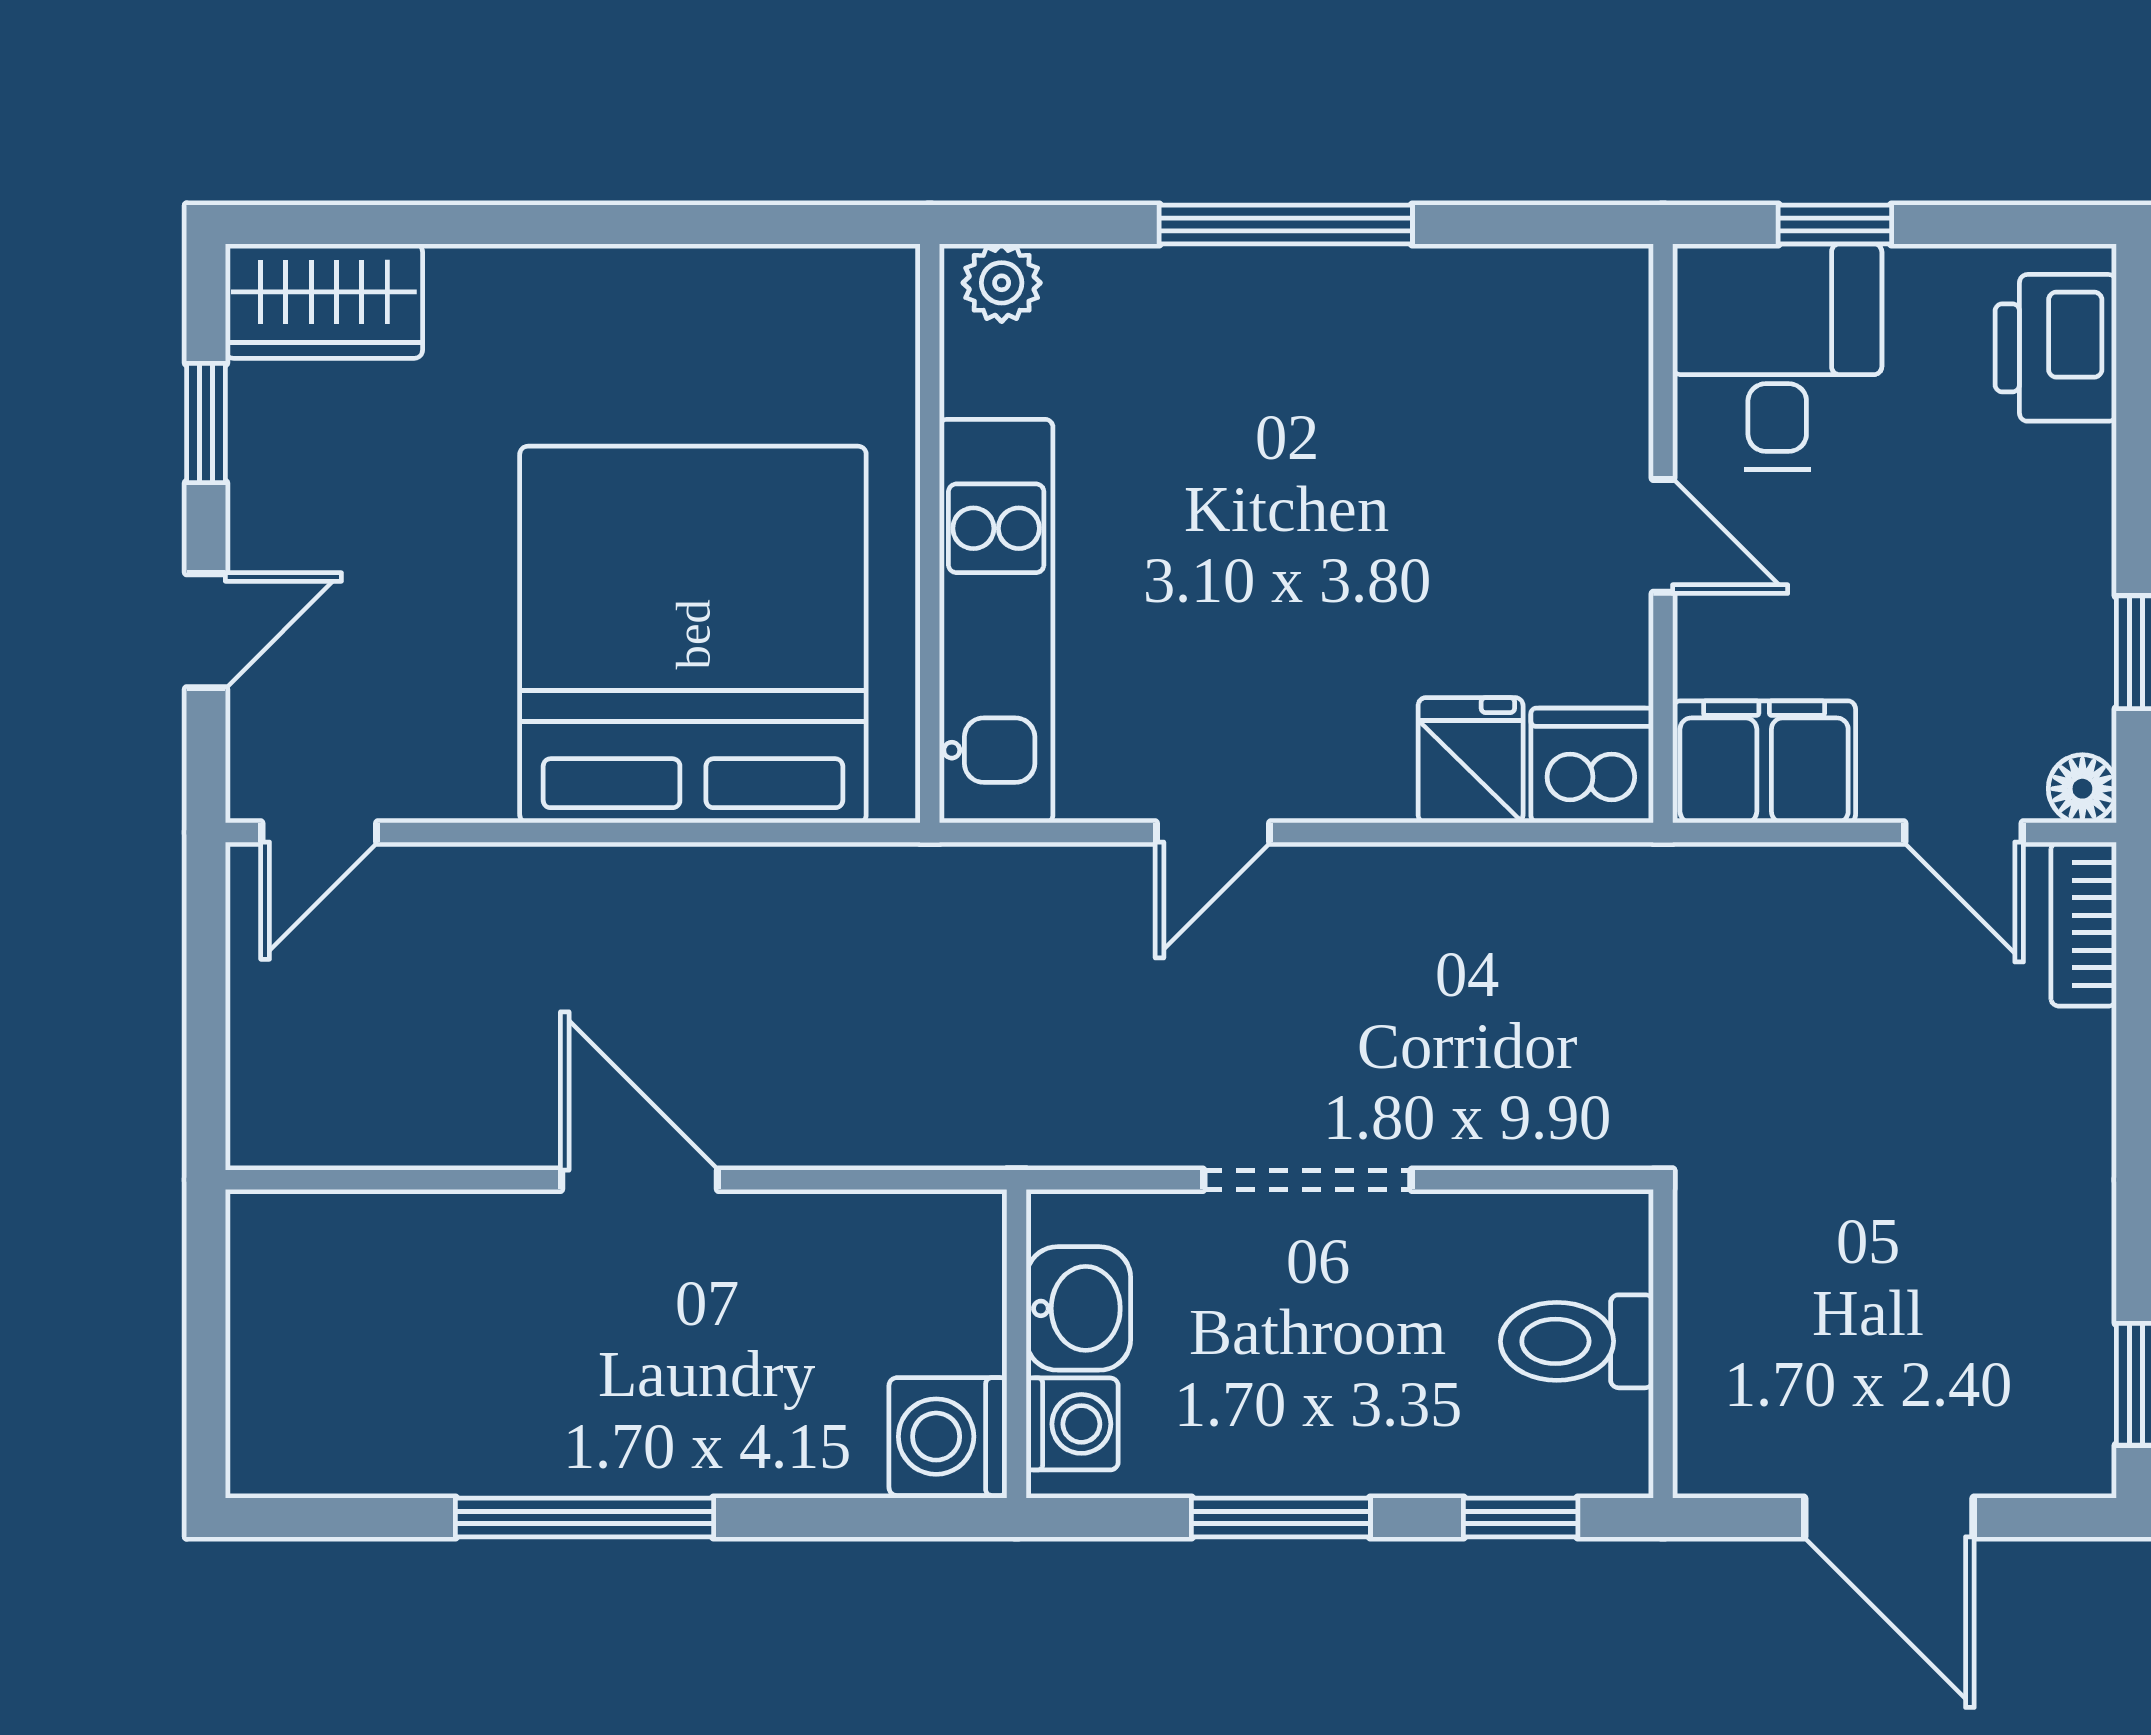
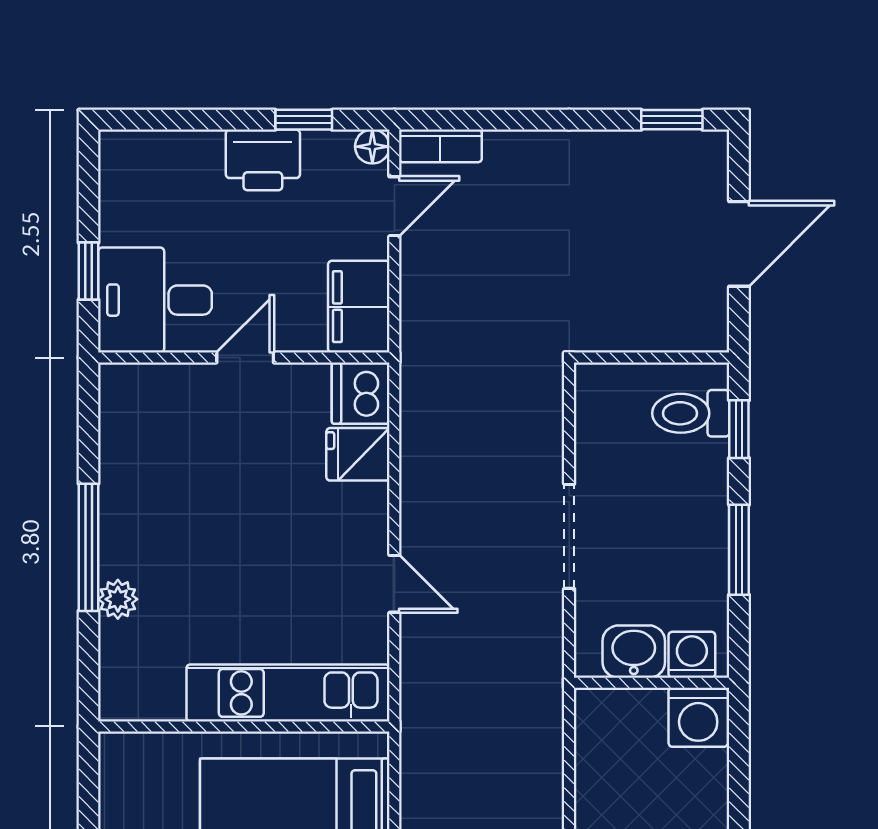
plant: (1002, 283) -> (118, 599), moved
printer: (2056, 348) -> (263, 160), moved
toilet: (1577, 1341) -> (691, 413), moved, turned 90

